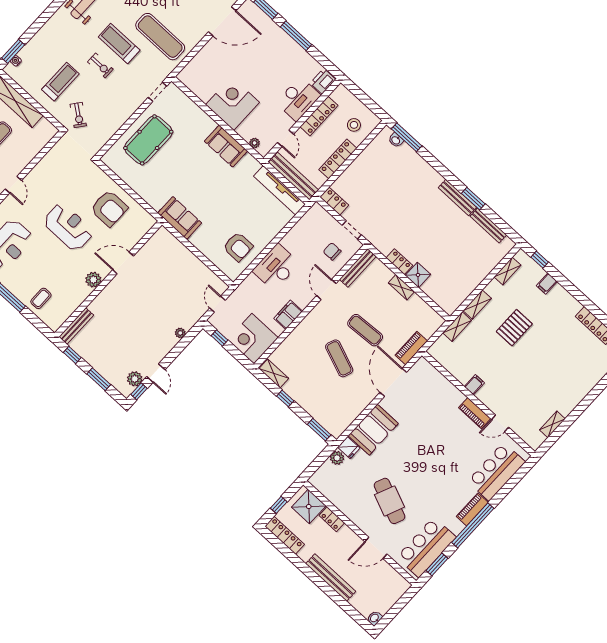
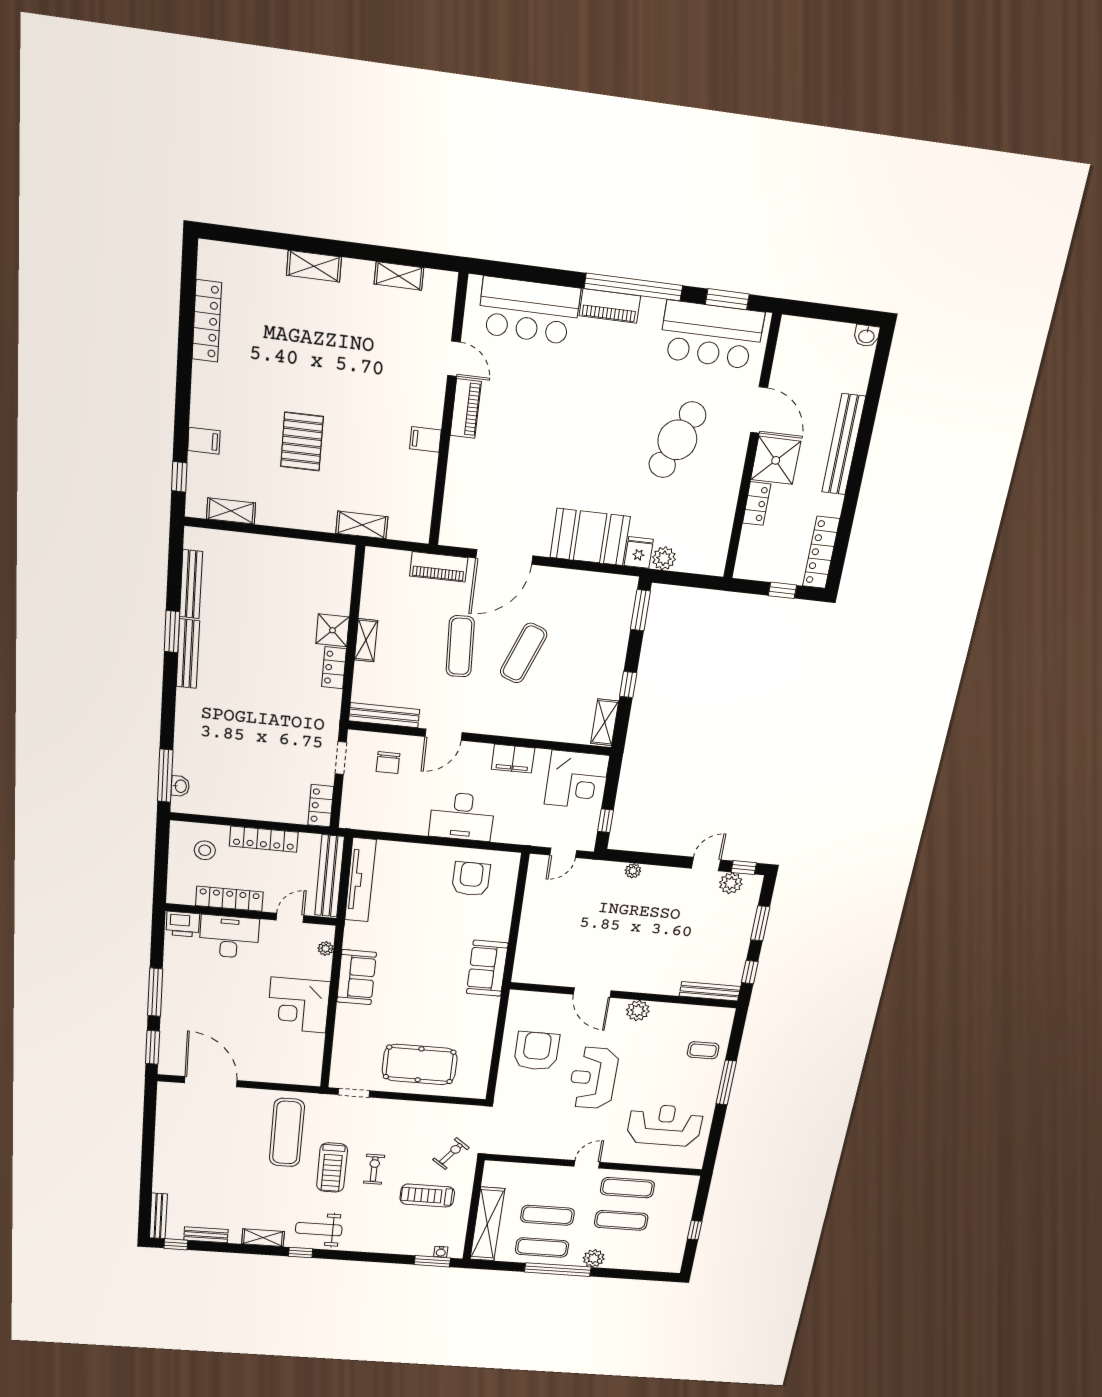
shelving: (477, 305) -> (314, 266), moved
pallet: (514, 328) -> (302, 442), turned 90
shower: (309, 507) -> (776, 460), moved

